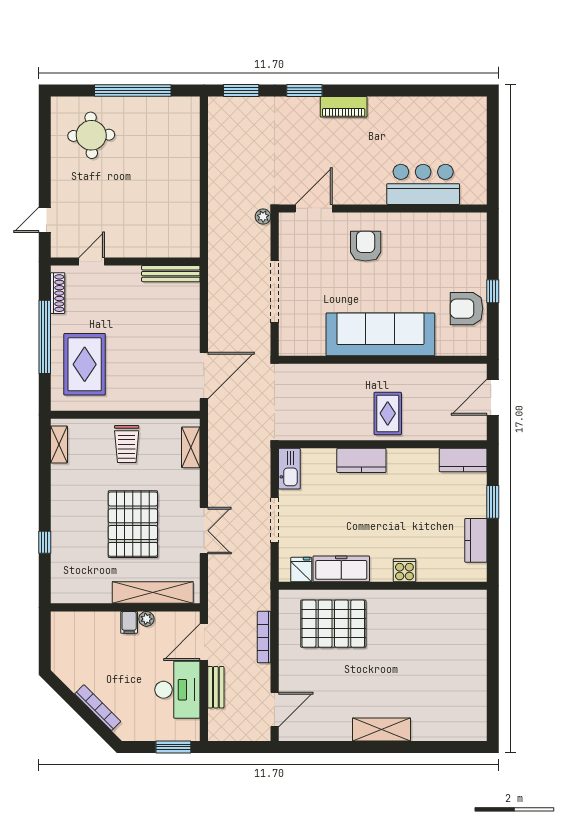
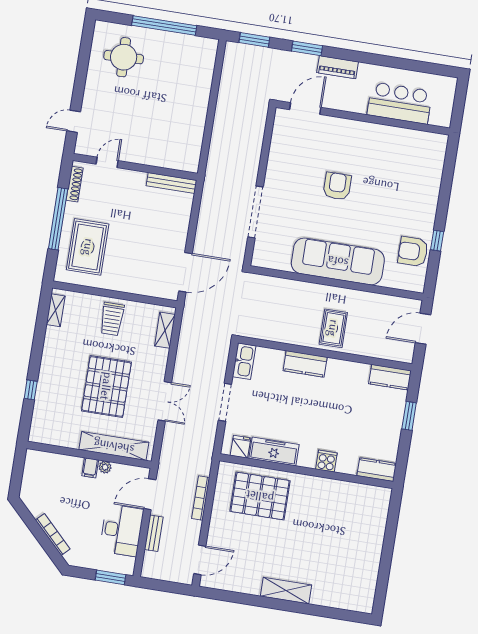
bar counter: (423, 184) -> (400, 103), moved
door: (314, 208) -> (305, 109), moved
wall: (383, 208) -> (363, 118), moved
plant: (263, 217) -> (256, 148), removed
kitchen counter: (476, 540) -> (377, 470), moved, turned 90

